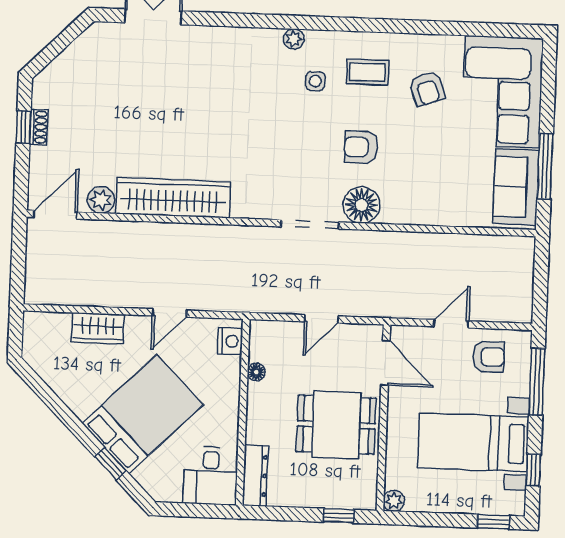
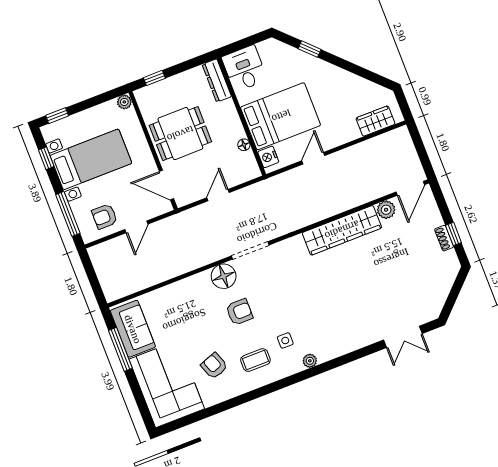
wardrobe: (98, 328) -> (376, 121), moved
bed: (143, 414) -> (281, 116), moved, turned -135

